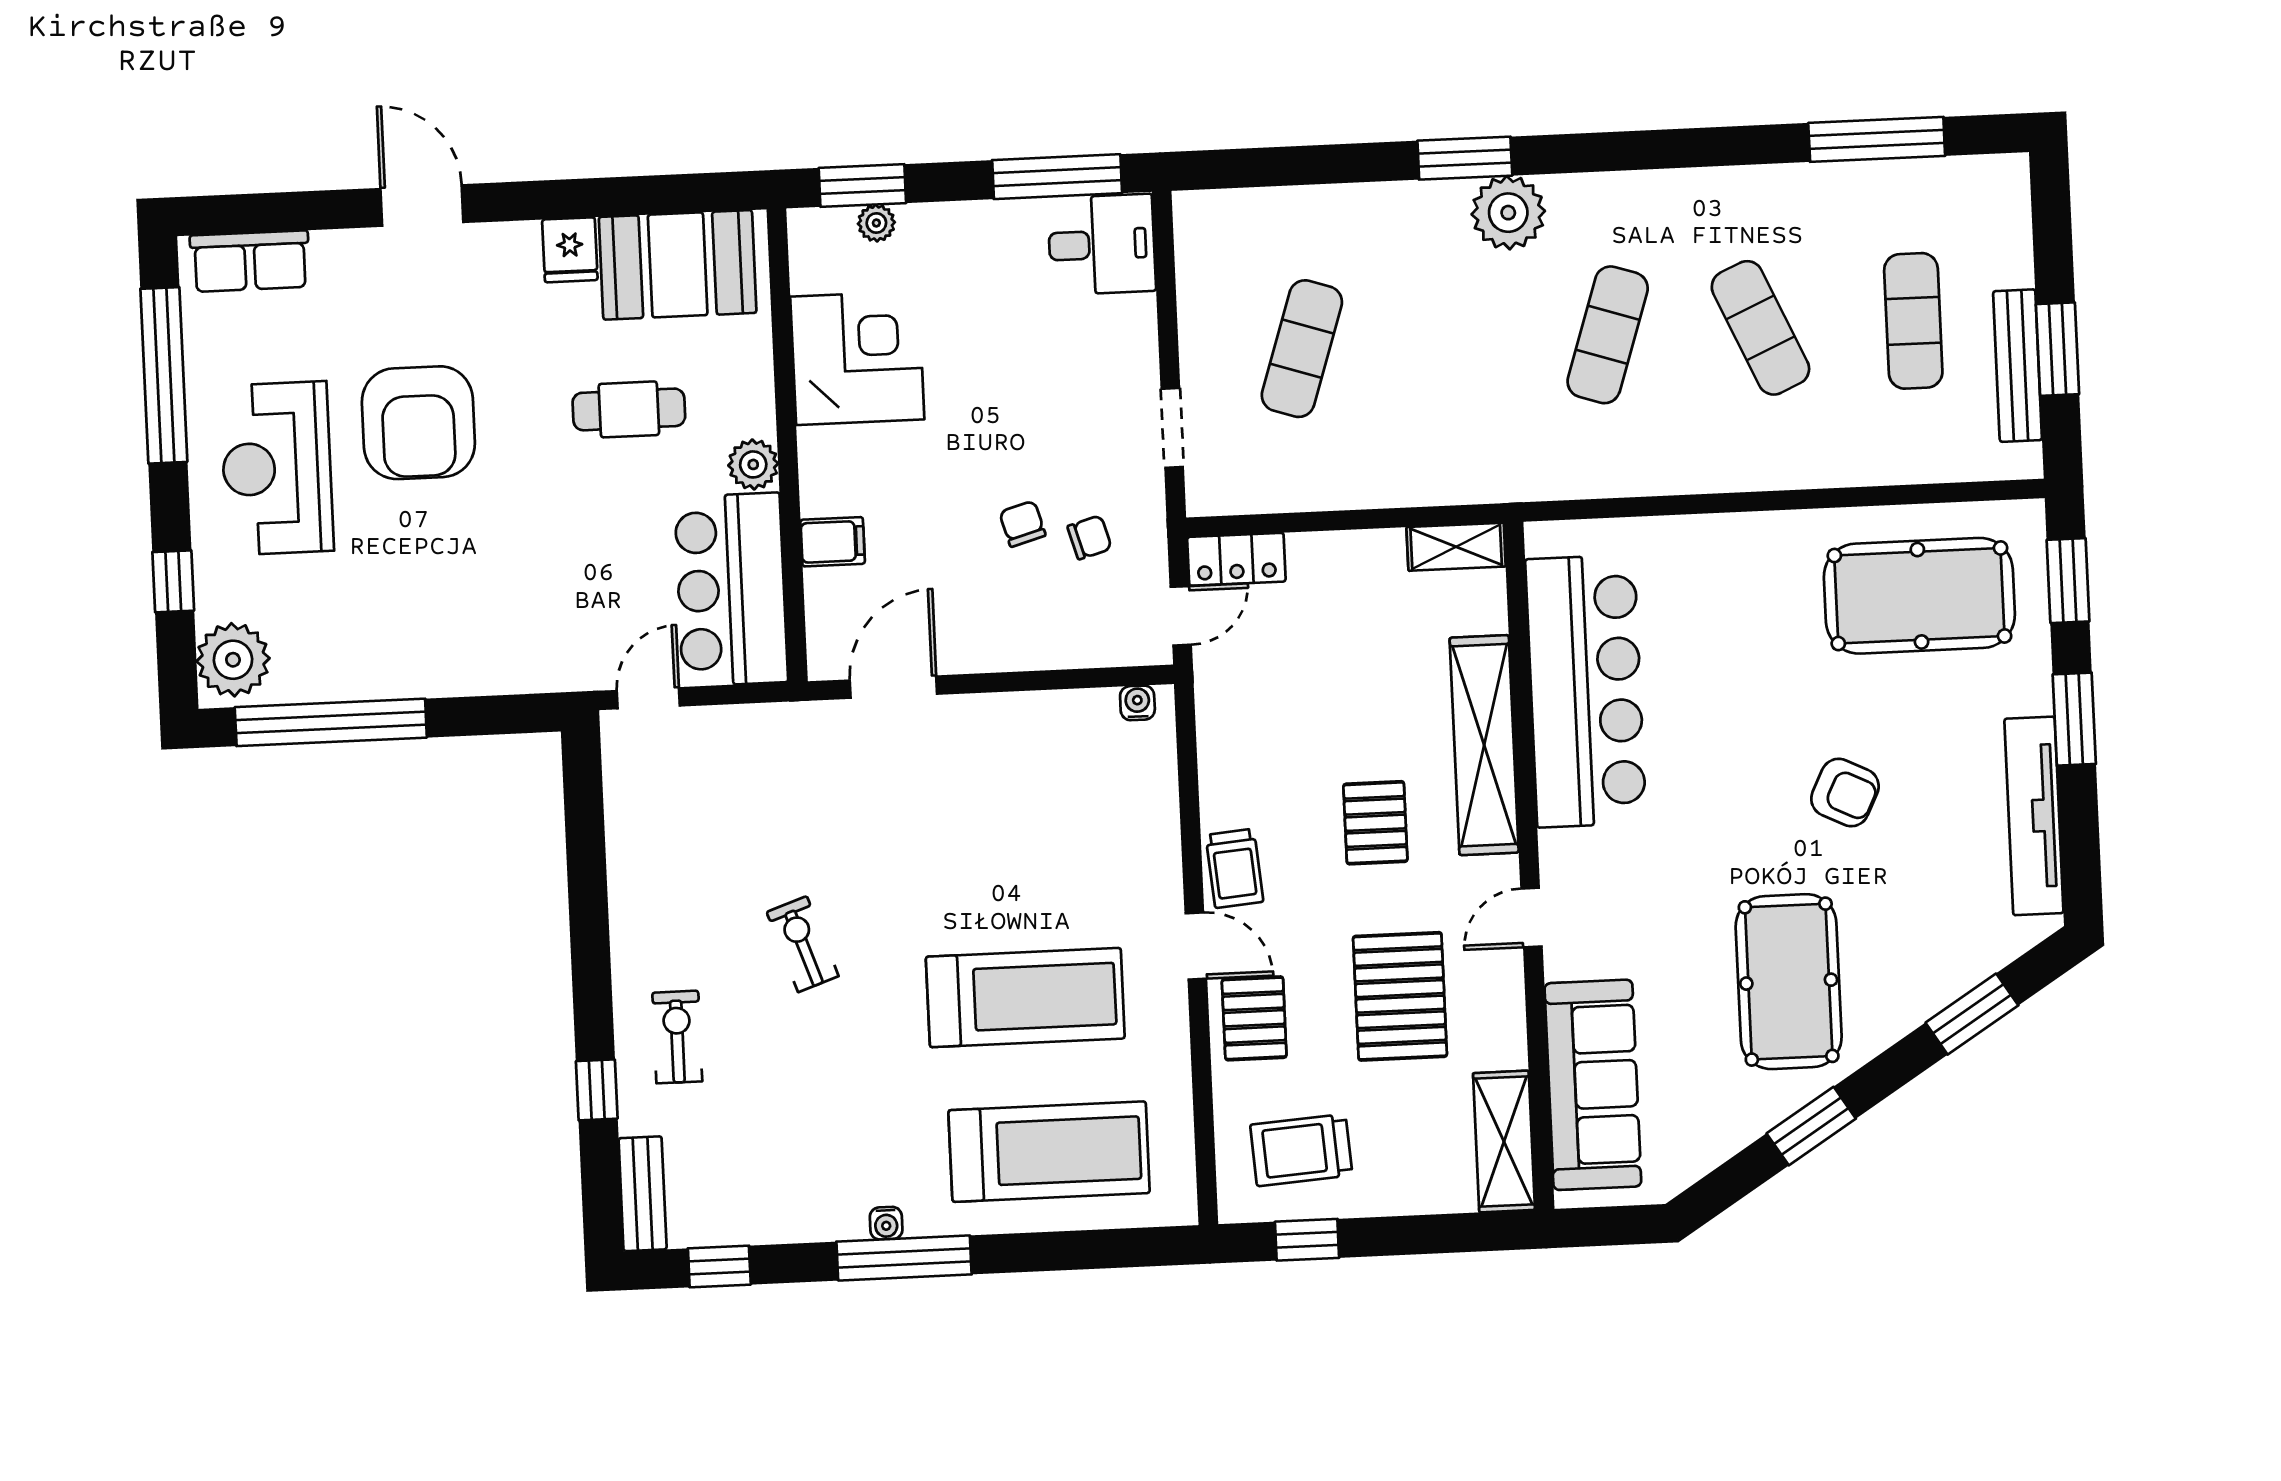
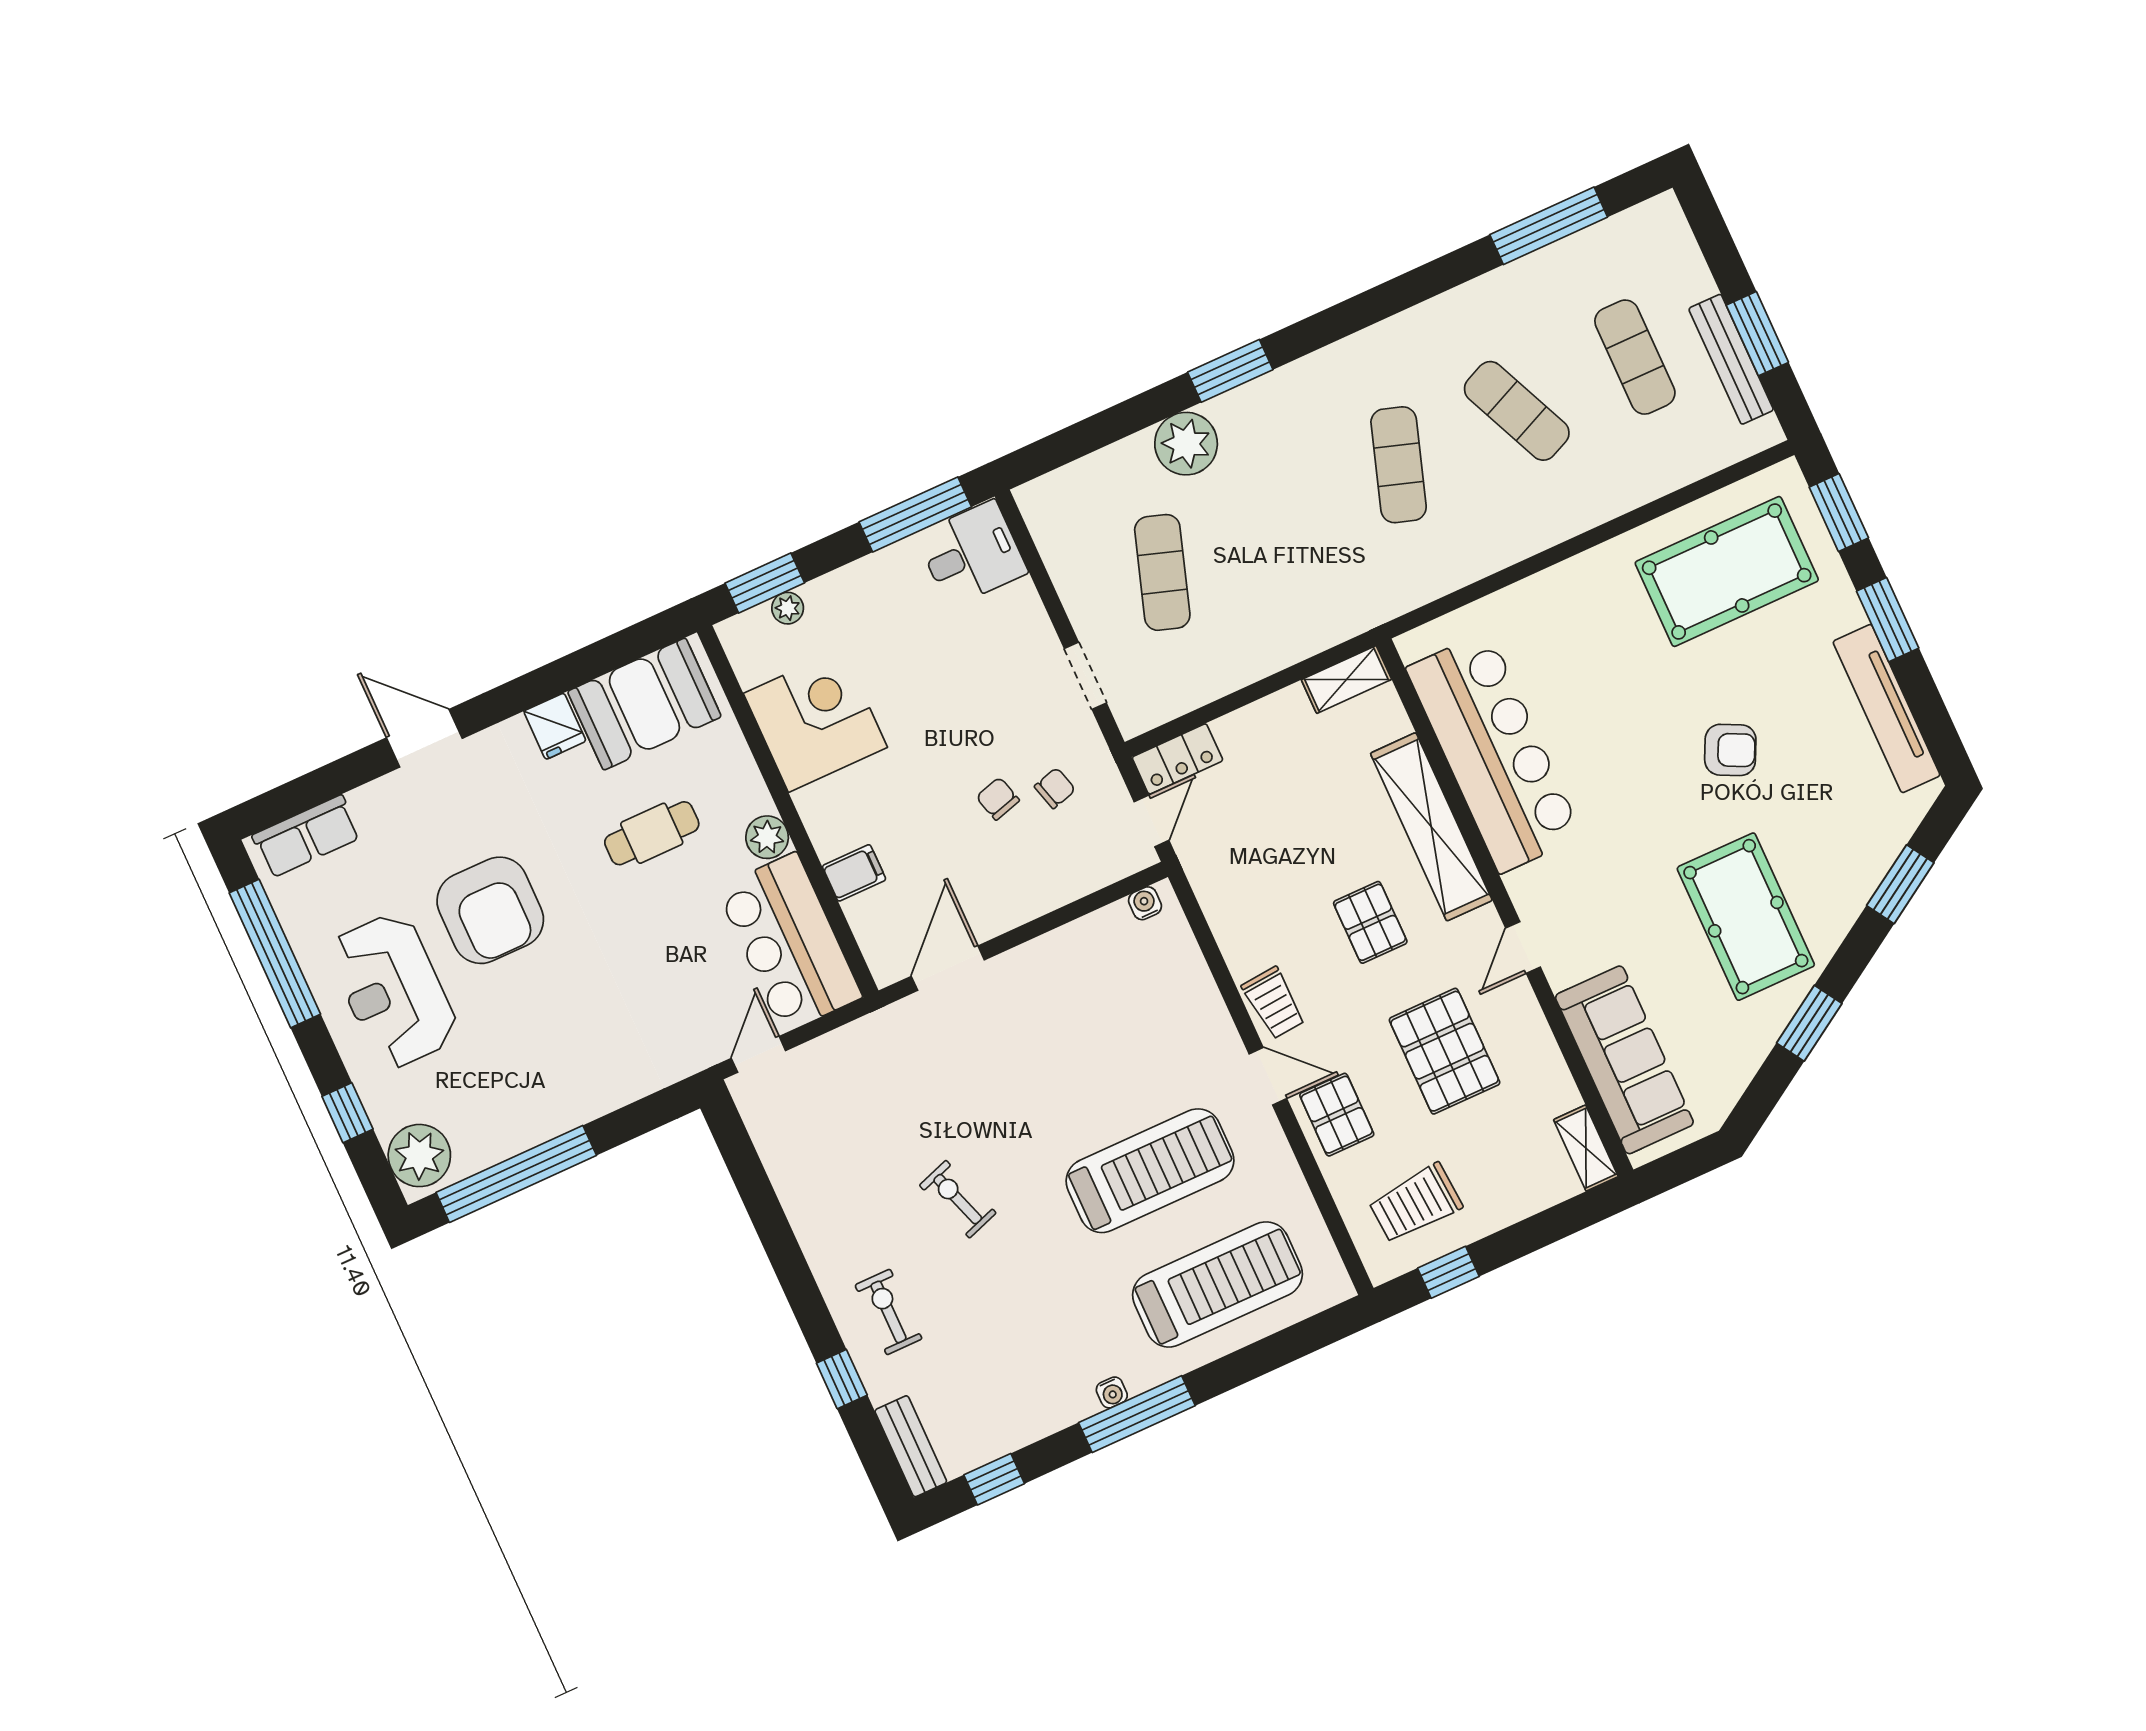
plant: (1508, 213) -> (1186, 444), moved
shelving: (1504, 1141) -> (1586, 1148), width x0.67, depth x0.75

